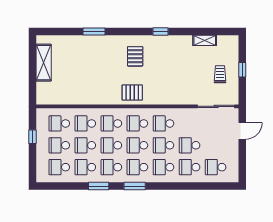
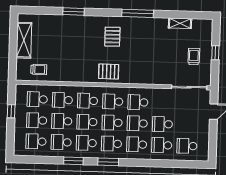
window: (161, 31) -> (138, 13), width x2.17
trolley: (60, 93) -> (39, 69), added

